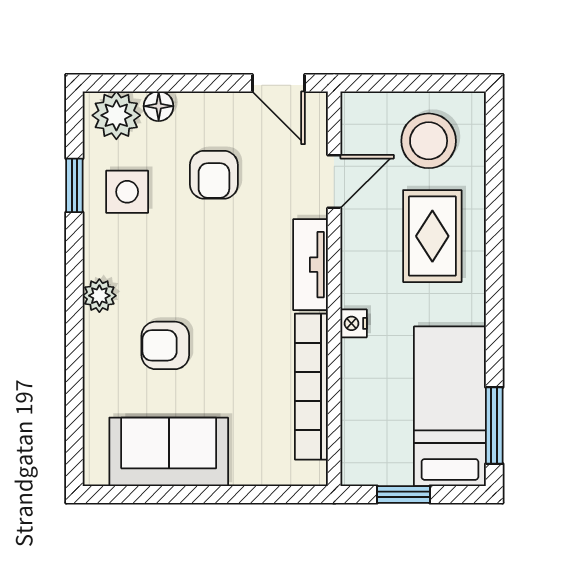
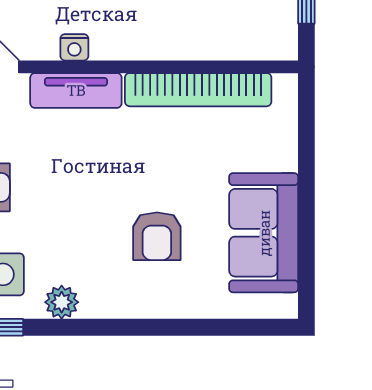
plant: (99, 296) -> (62, 302), moved
nightstand: (354, 323) -> (74, 47), moved

